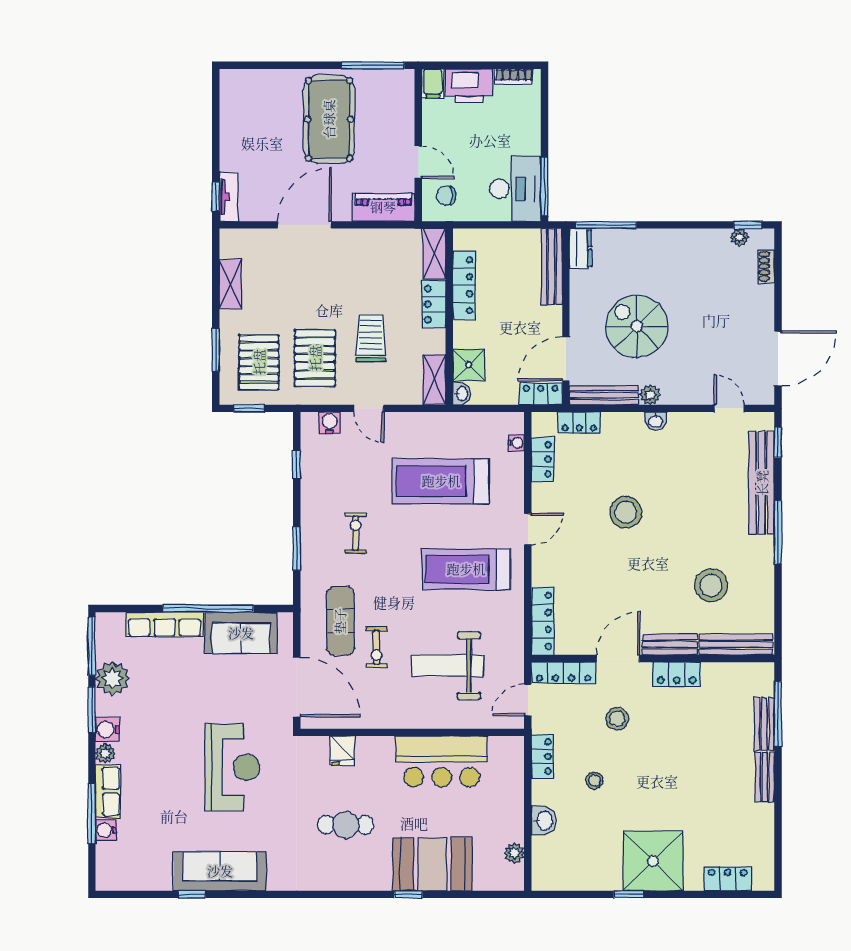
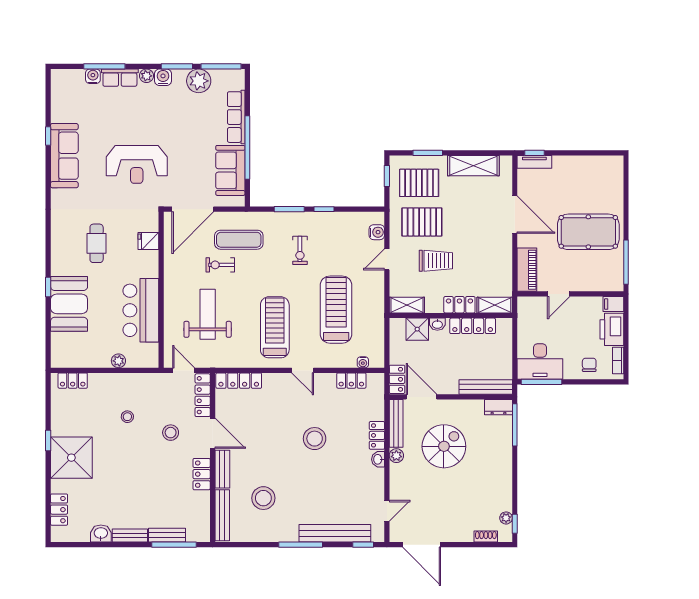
chair: (446, 196) -> (589, 365), moved
shelving: (230, 284) -> (473, 166), width x1.50, depth x1.33
washbasin: (462, 394) -> (437, 324), moved
locker: (579, 423) -> (377, 435), moved
window: (297, 464) -> (324, 209), moved
exercise bike: (356, 533) -> (300, 250), turned 90
locker: (542, 757) -> (73, 381), moved
washbasin: (544, 821) -> (101, 533), moved, turned 180
plant: (514, 853) -> (118, 361), moved

